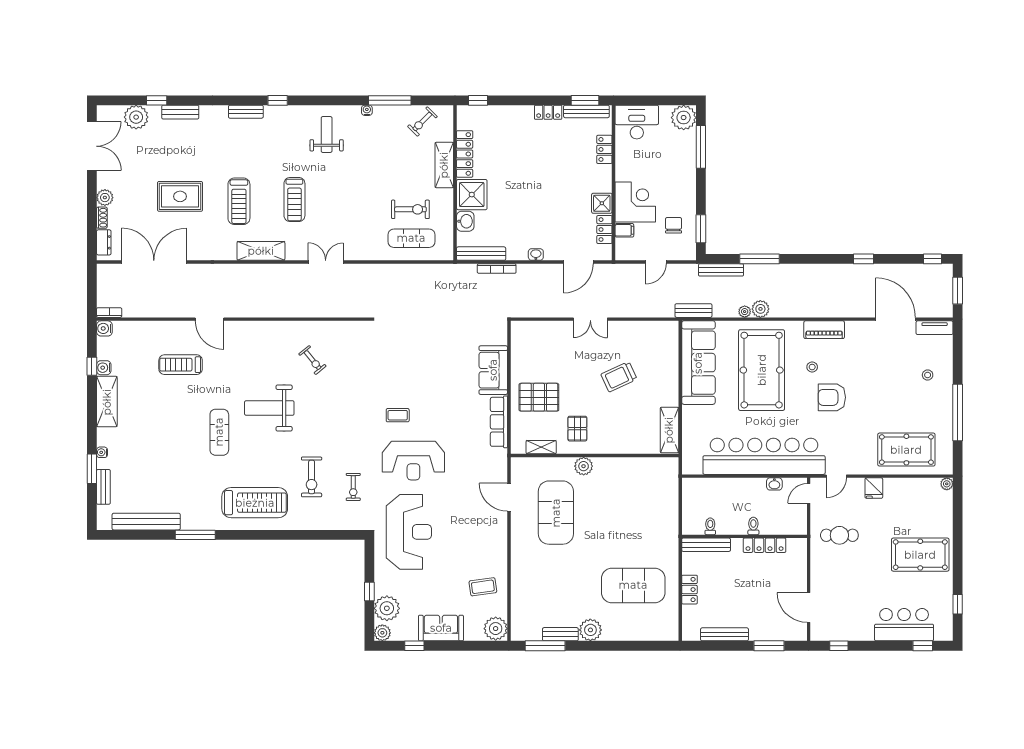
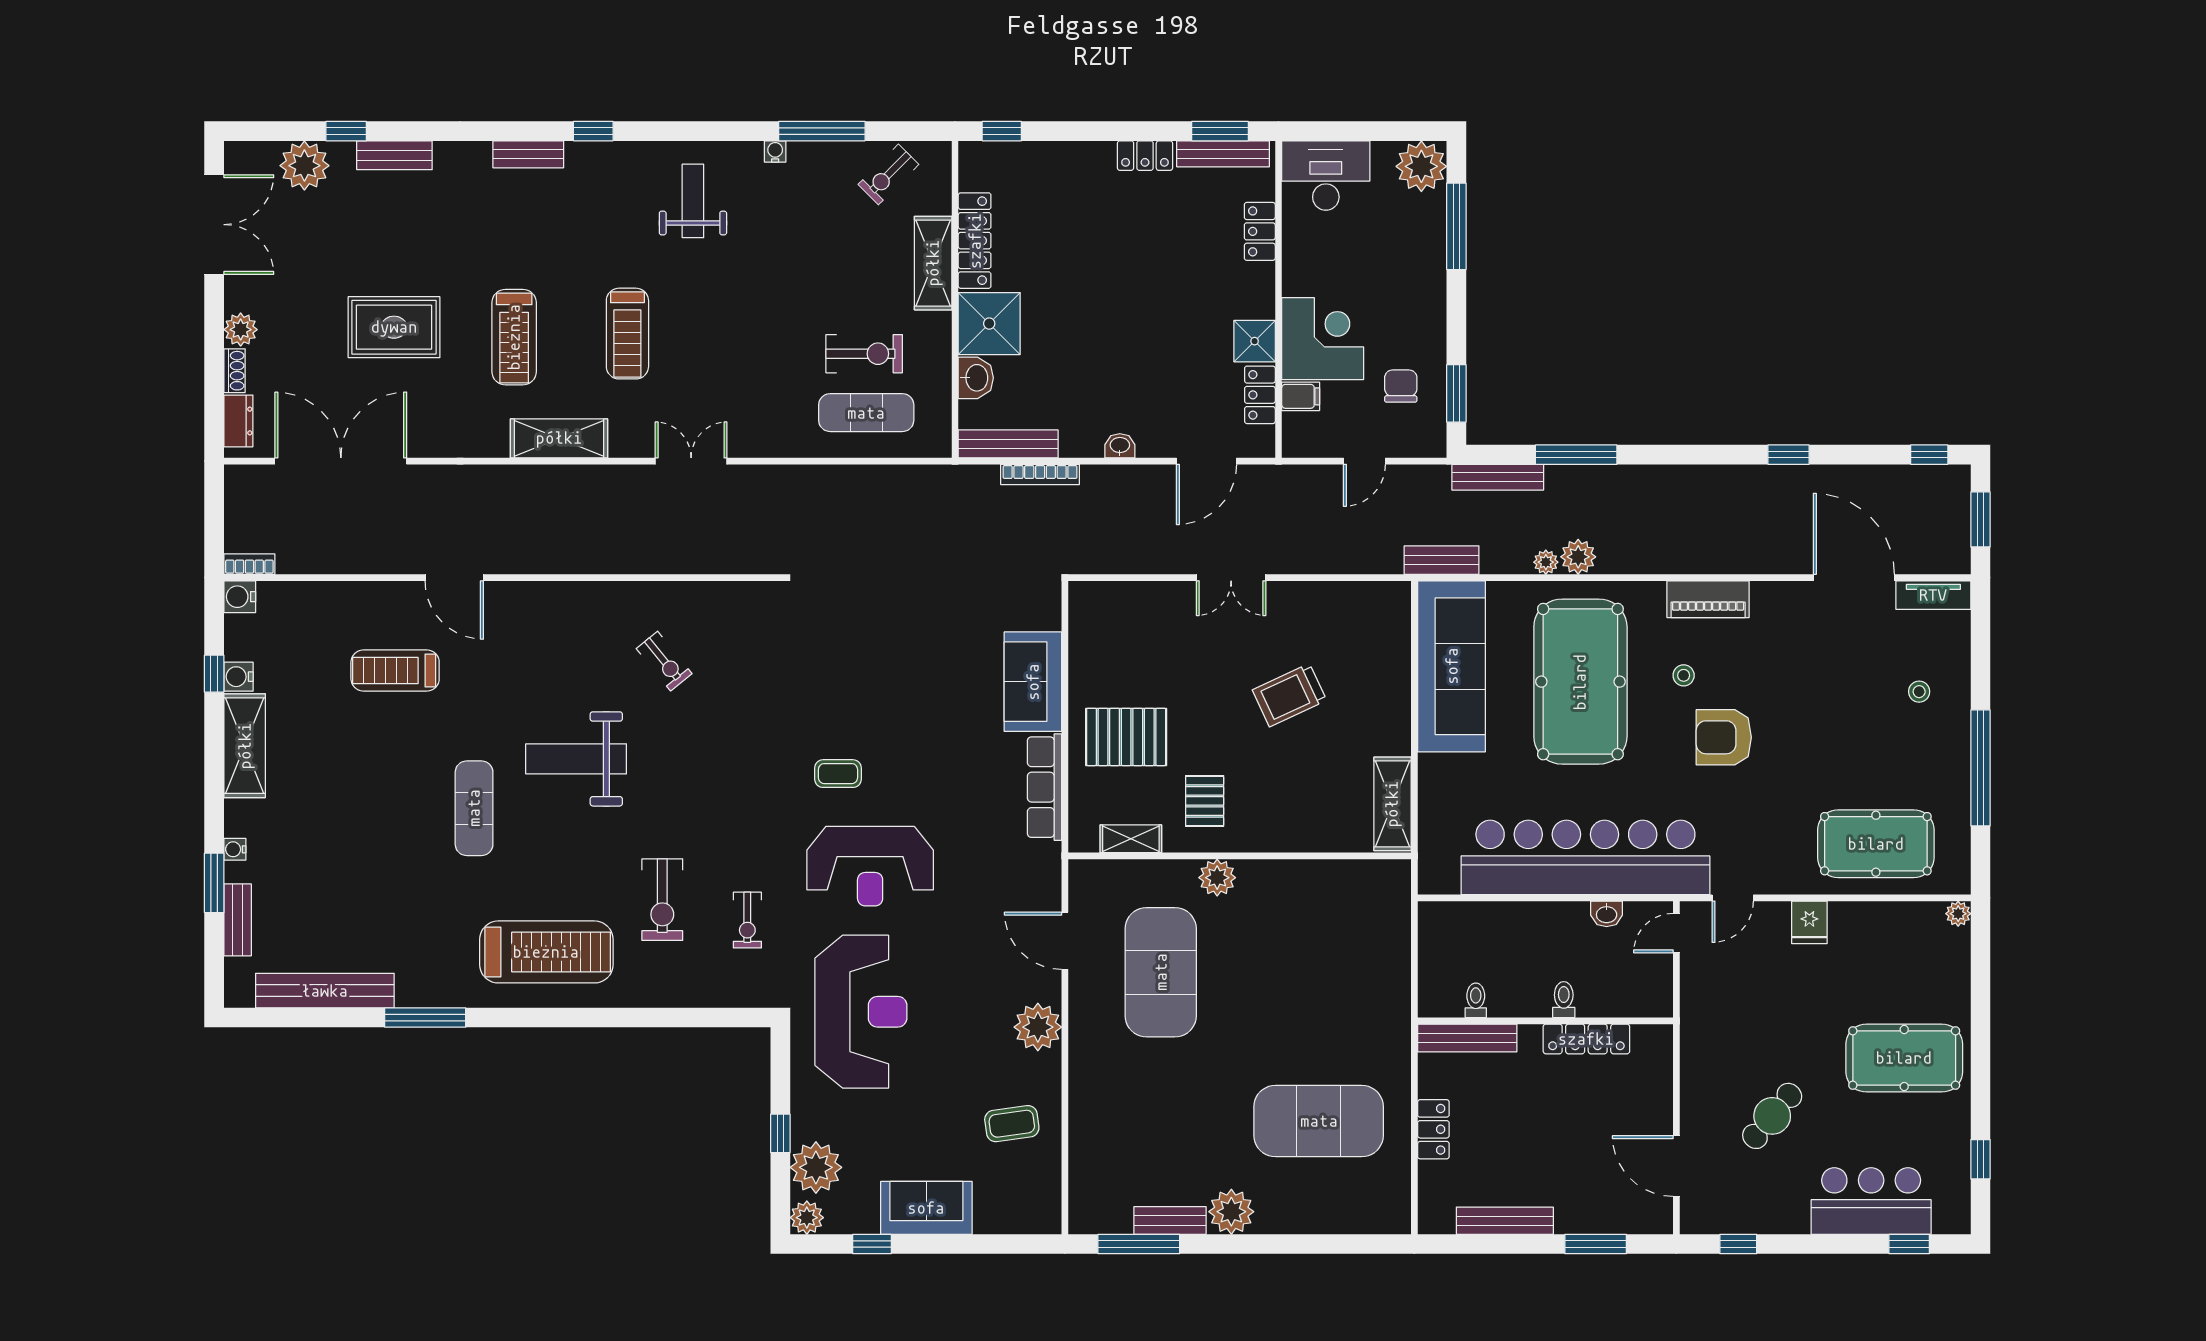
cafe table: (839, 535) -> (1772, 1116), moved, turned -50
plant: (496, 629) -> (1038, 1027), moved

